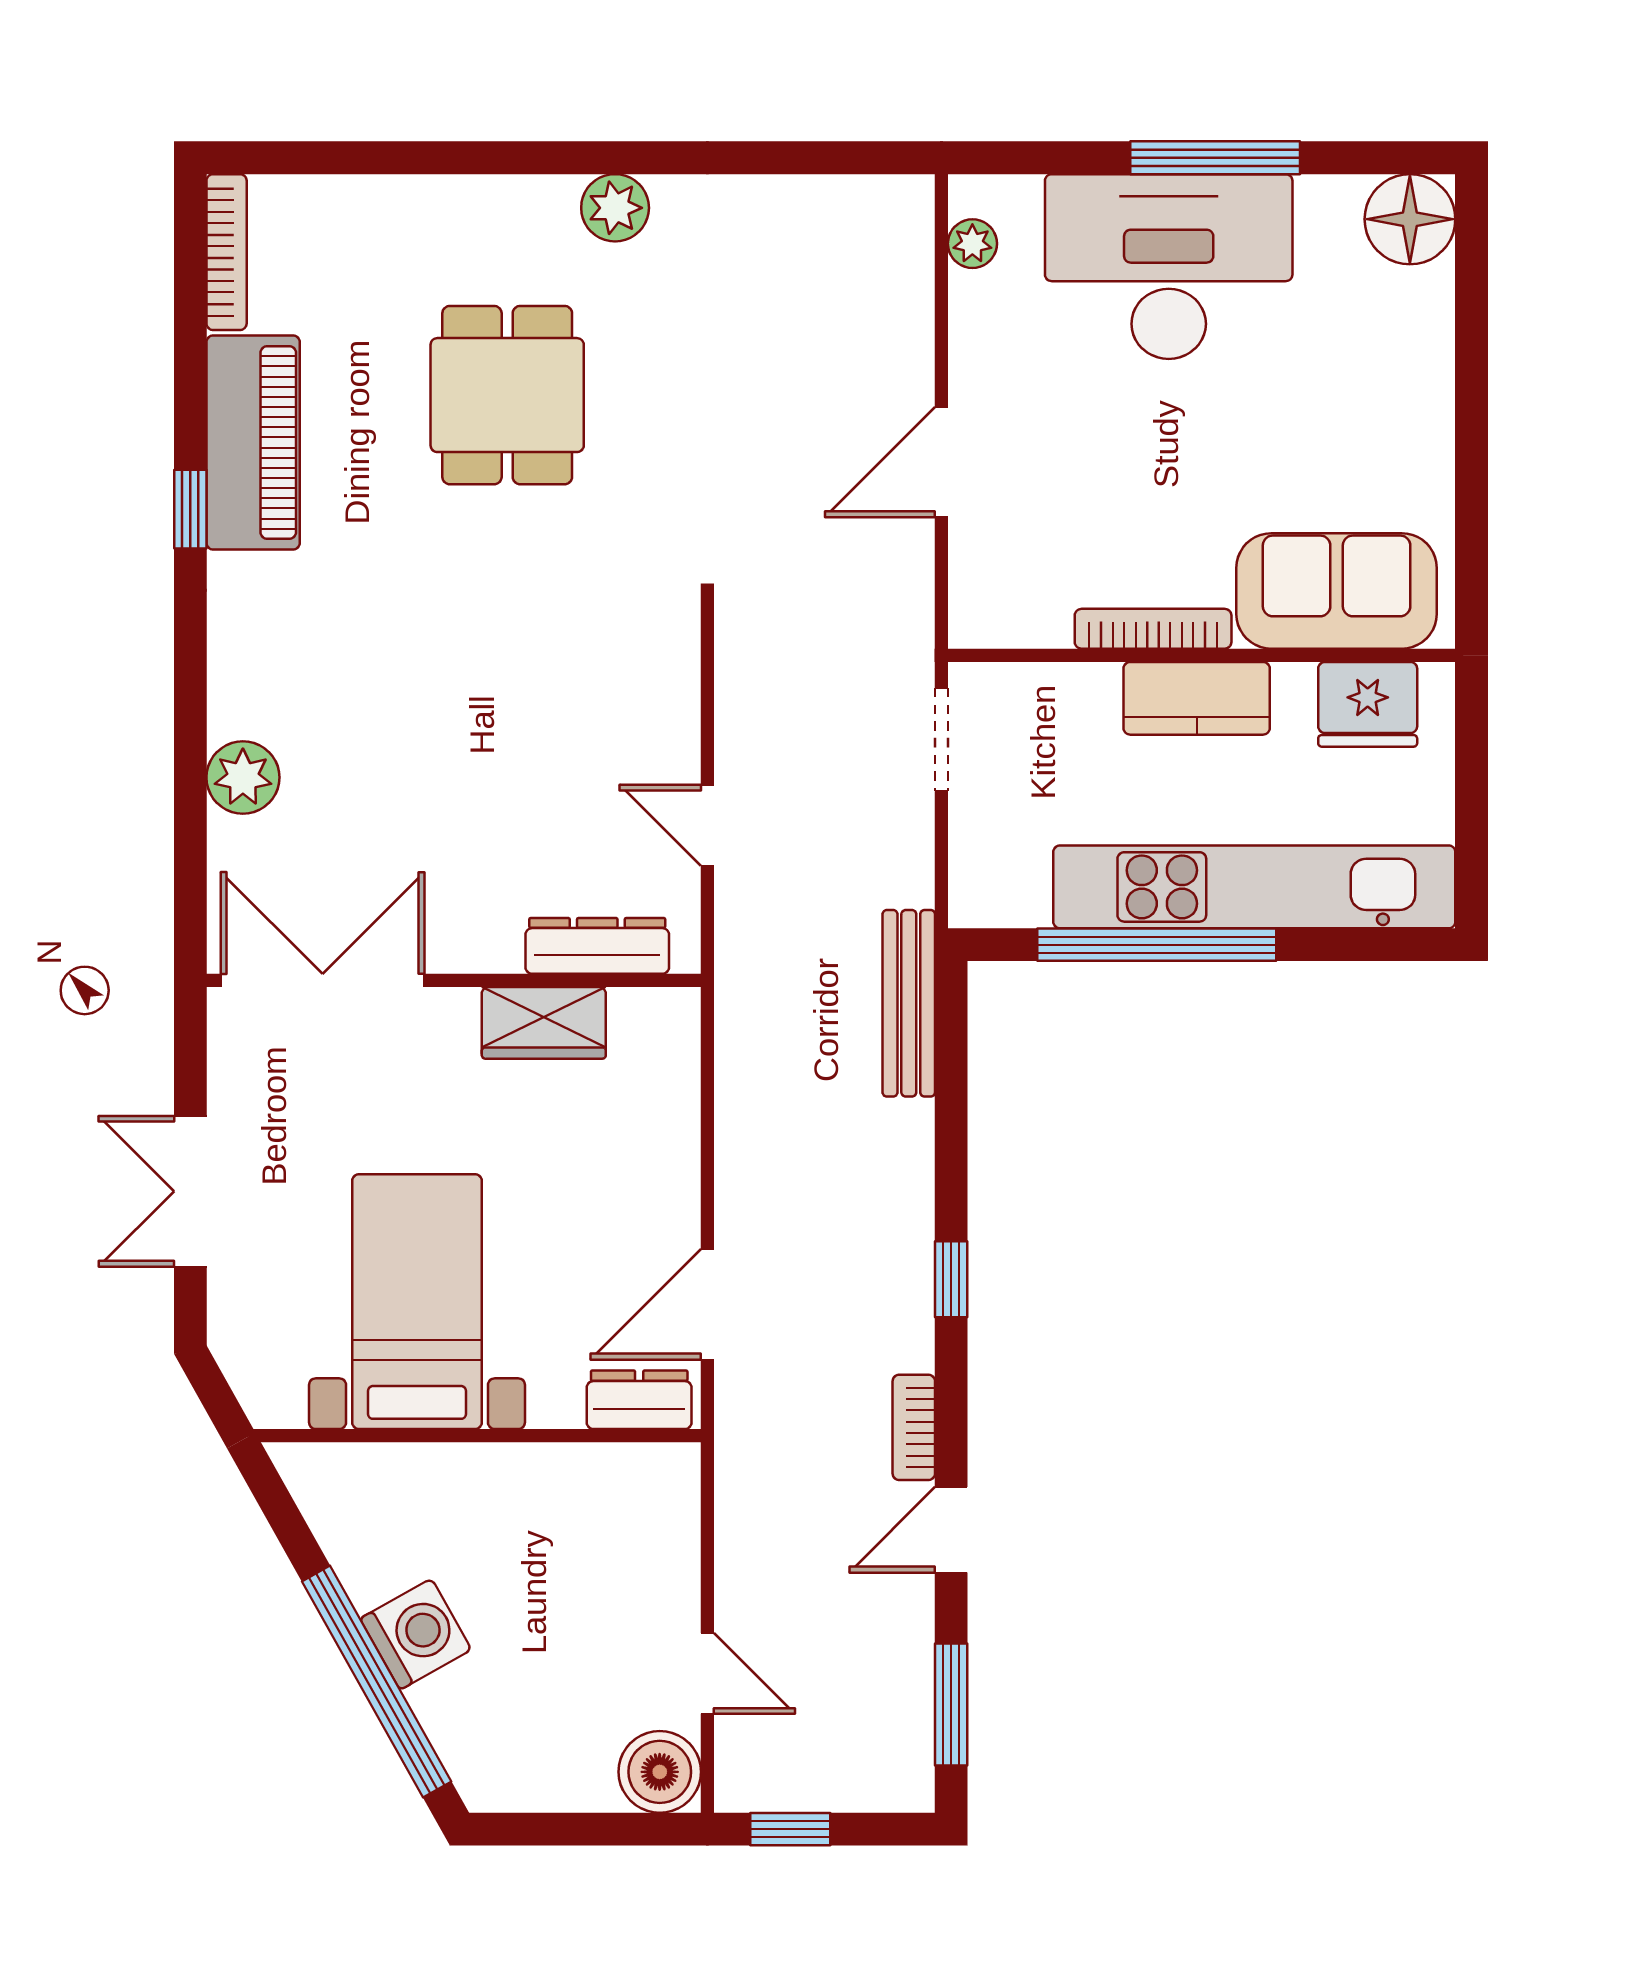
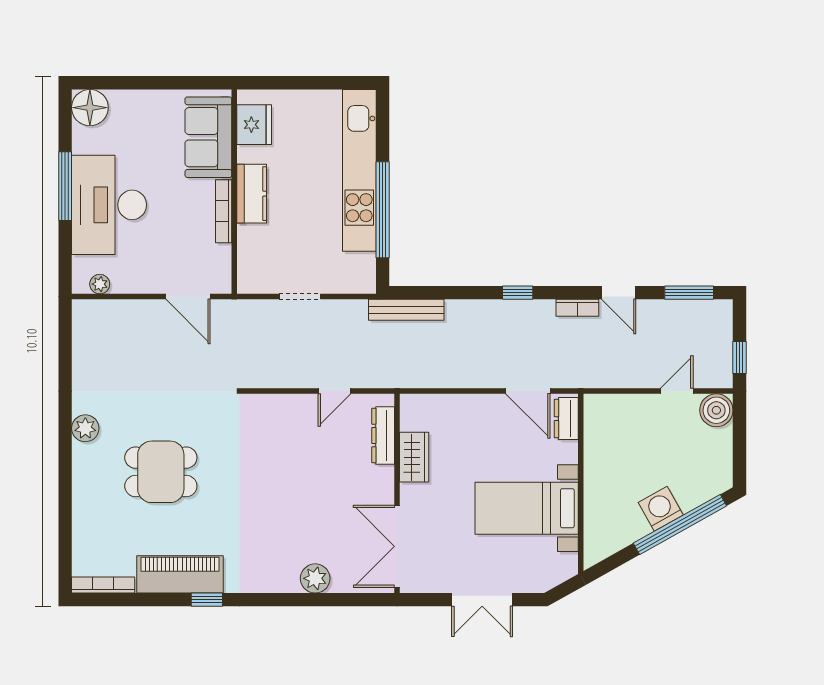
sofa: (1337, 591) -> (208, 137), moved
bookcase: (1153, 629) -> (224, 211), moved
wall: (1202, 655) -> (234, 192), moved
kitchen counter: (1197, 698) -> (252, 194), moved
fridge: (1368, 704) -> (254, 125), moved

